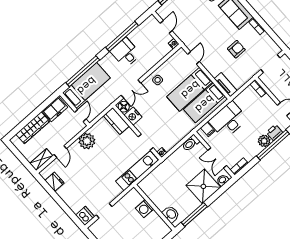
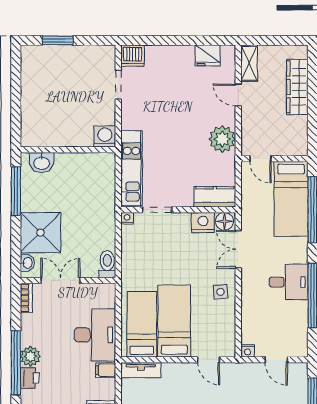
freezer: (55, 109) -> (296, 134), removed
filing cabinet: (208, 129) -> (106, 370), moved
washing machine: (145, 209) -> (105, 136), moved

